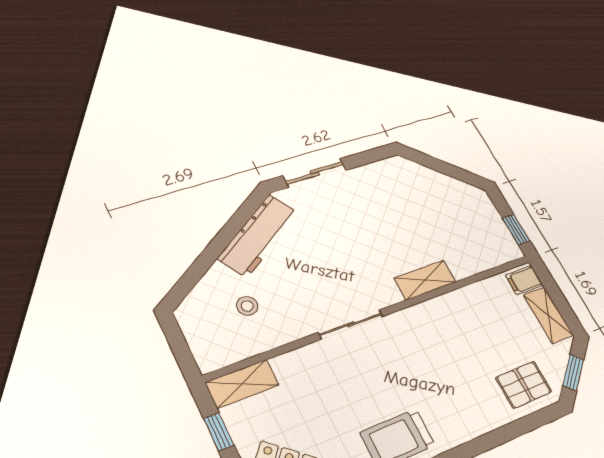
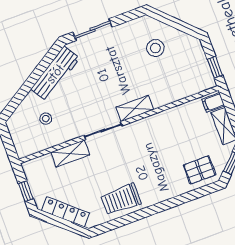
stool: (419, 201) -> (155, 48), added
shelving: (425, 280) -> (135, 108), moved
shelving: (242, 384) -> (70, 154), moved

